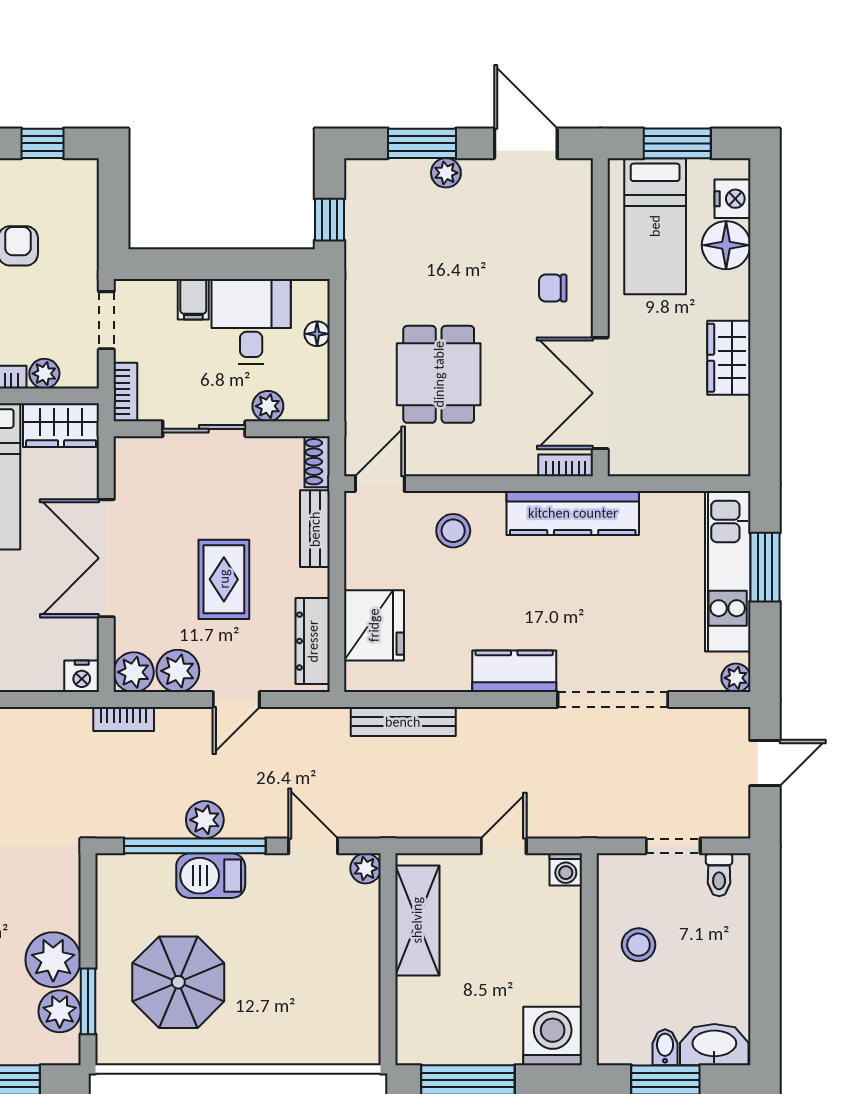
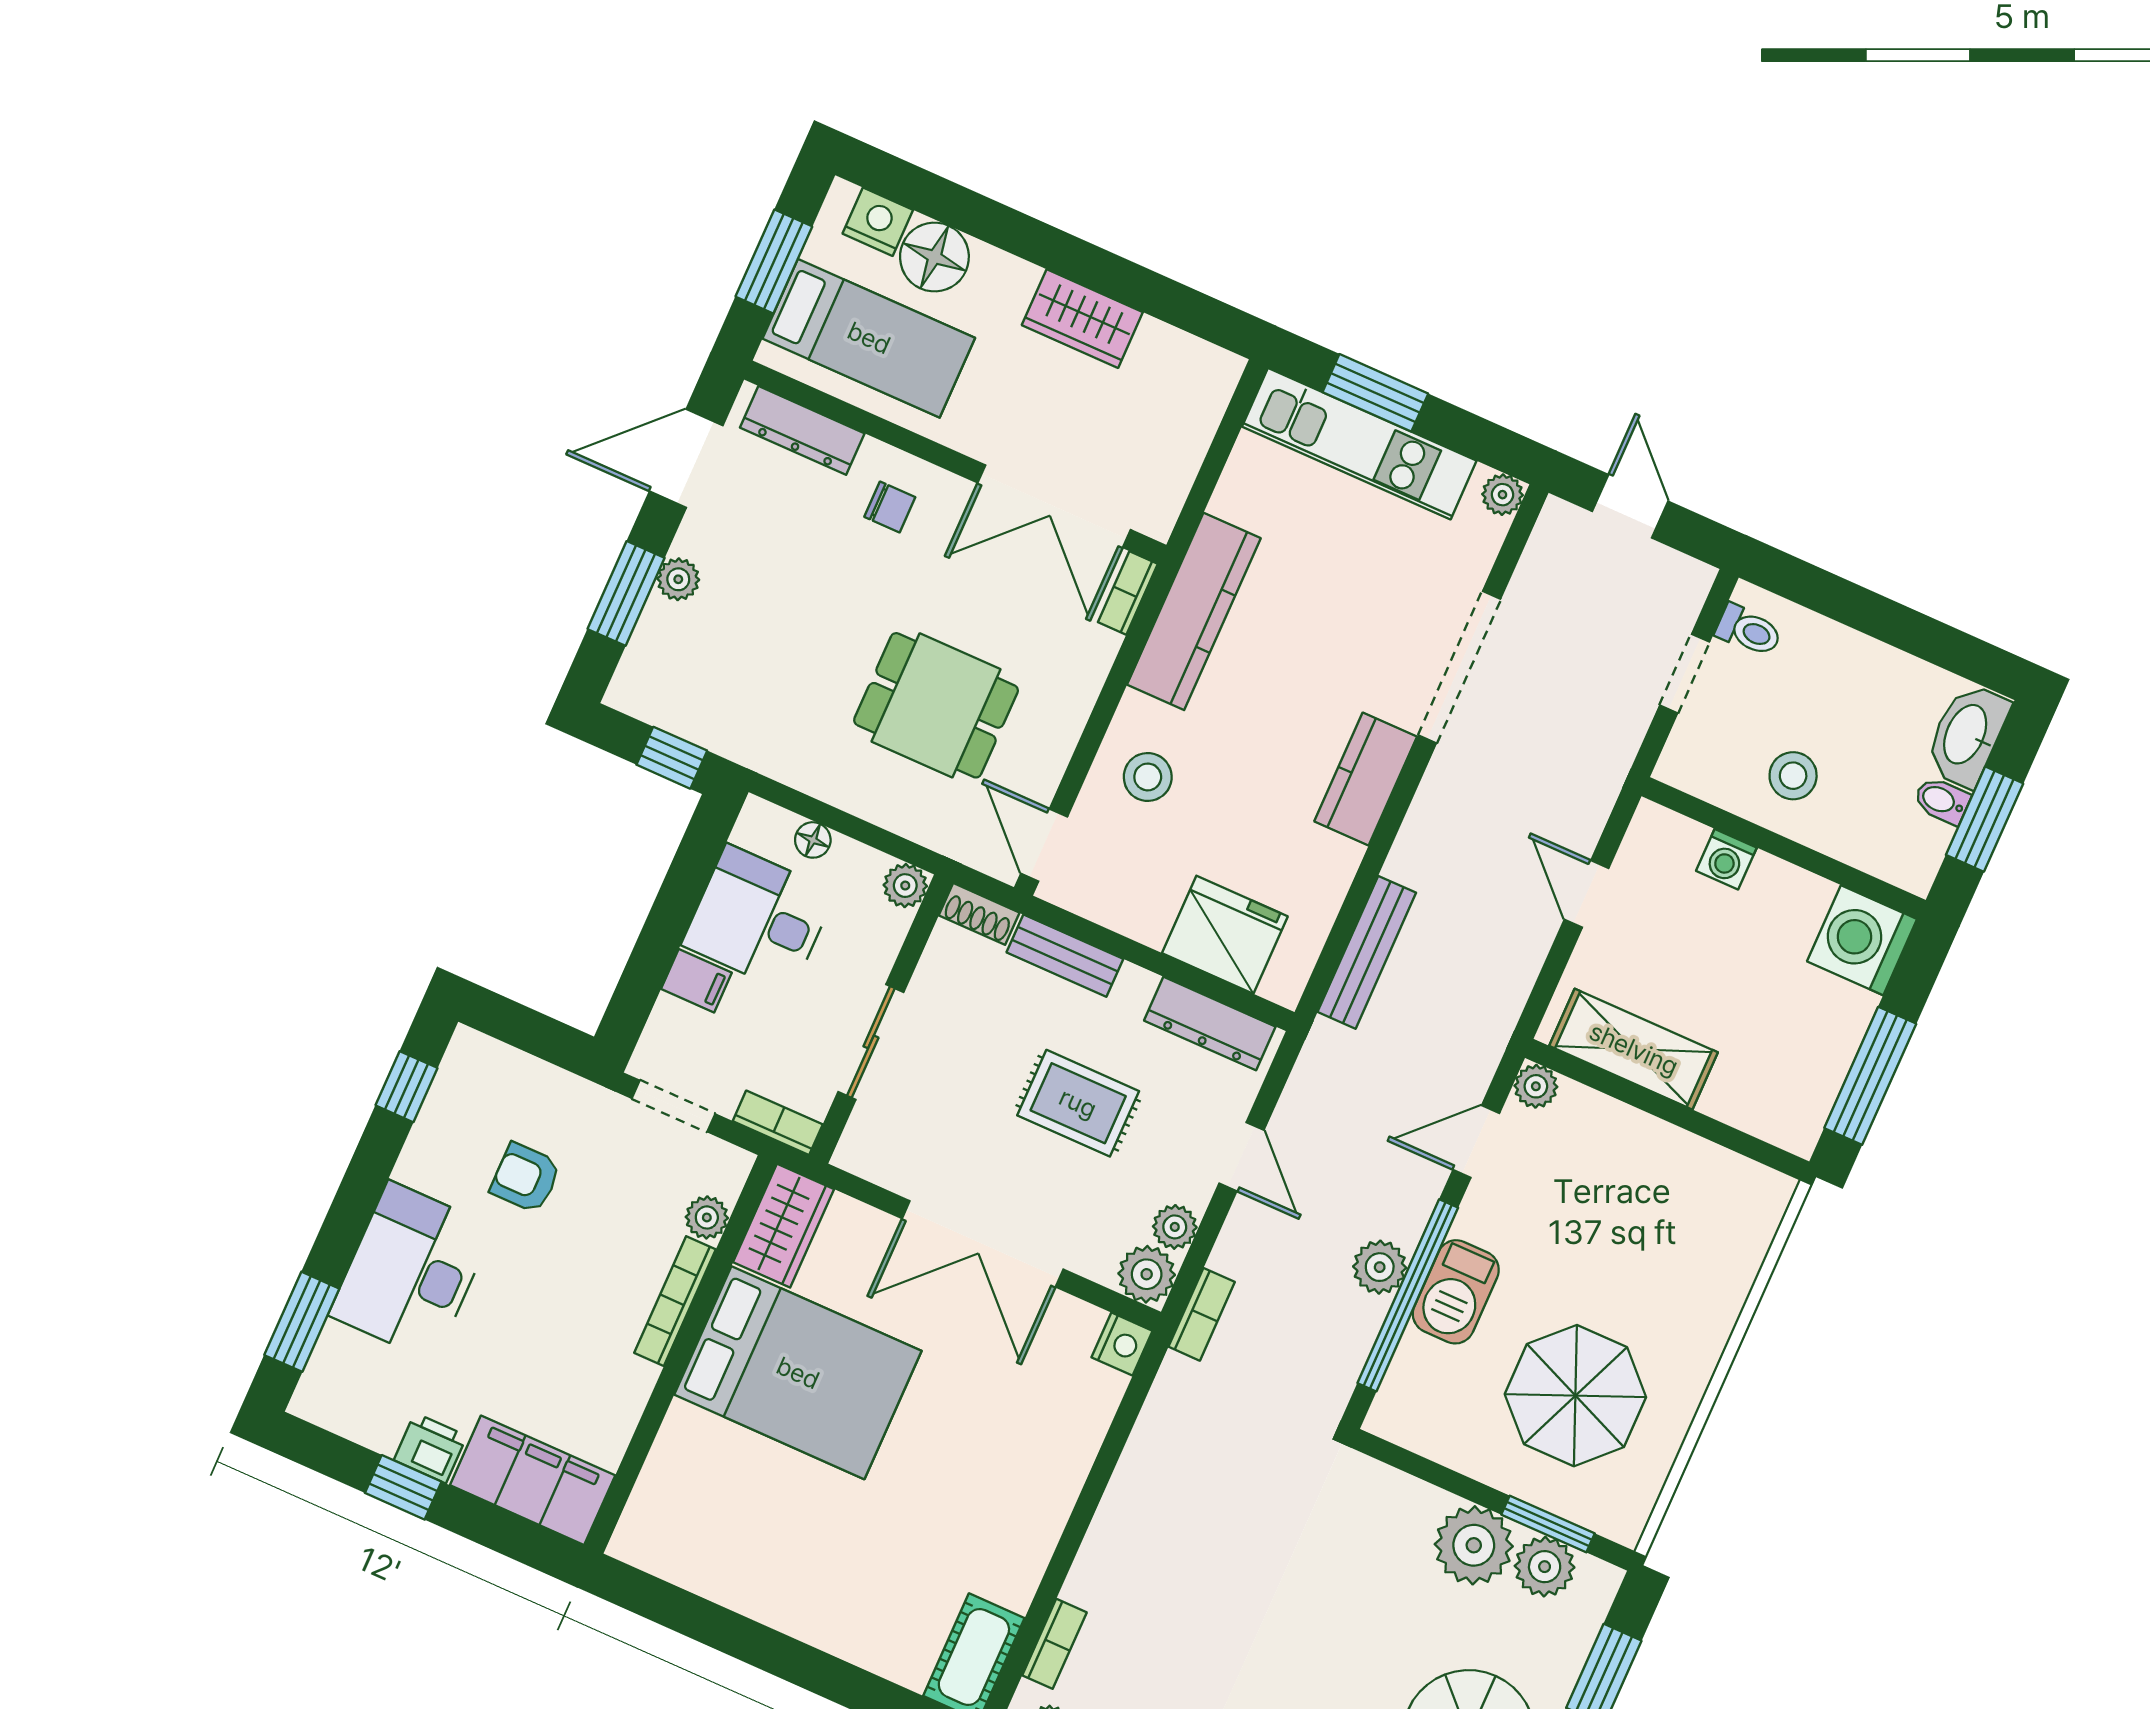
dresser: (577, 210) -> (802, 430), added
chair: (553, 288) -> (890, 507), turned -90
plant: (268, 406) -> (905, 886), moved
plant: (178, 671) -> (1175, 1227), width x0.73, depth x0.73
washing machine: (566, 869) -> (1726, 859), moved, turned 90

